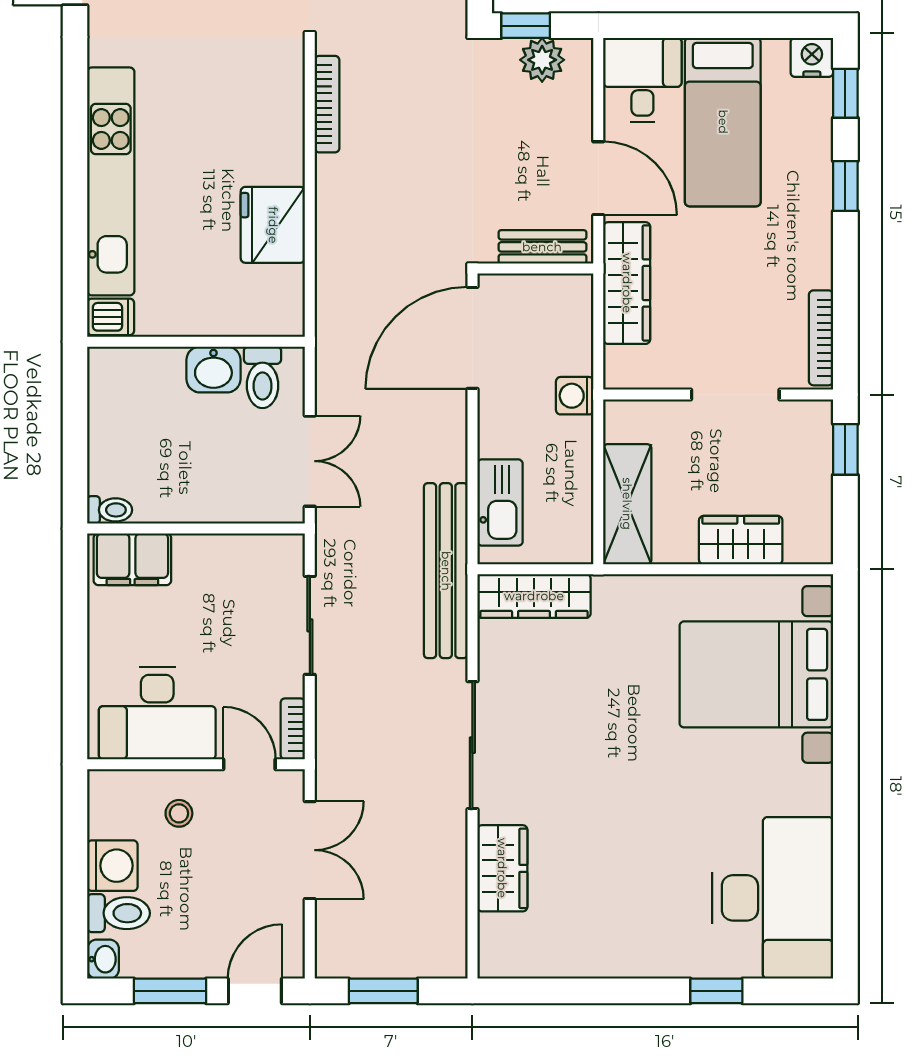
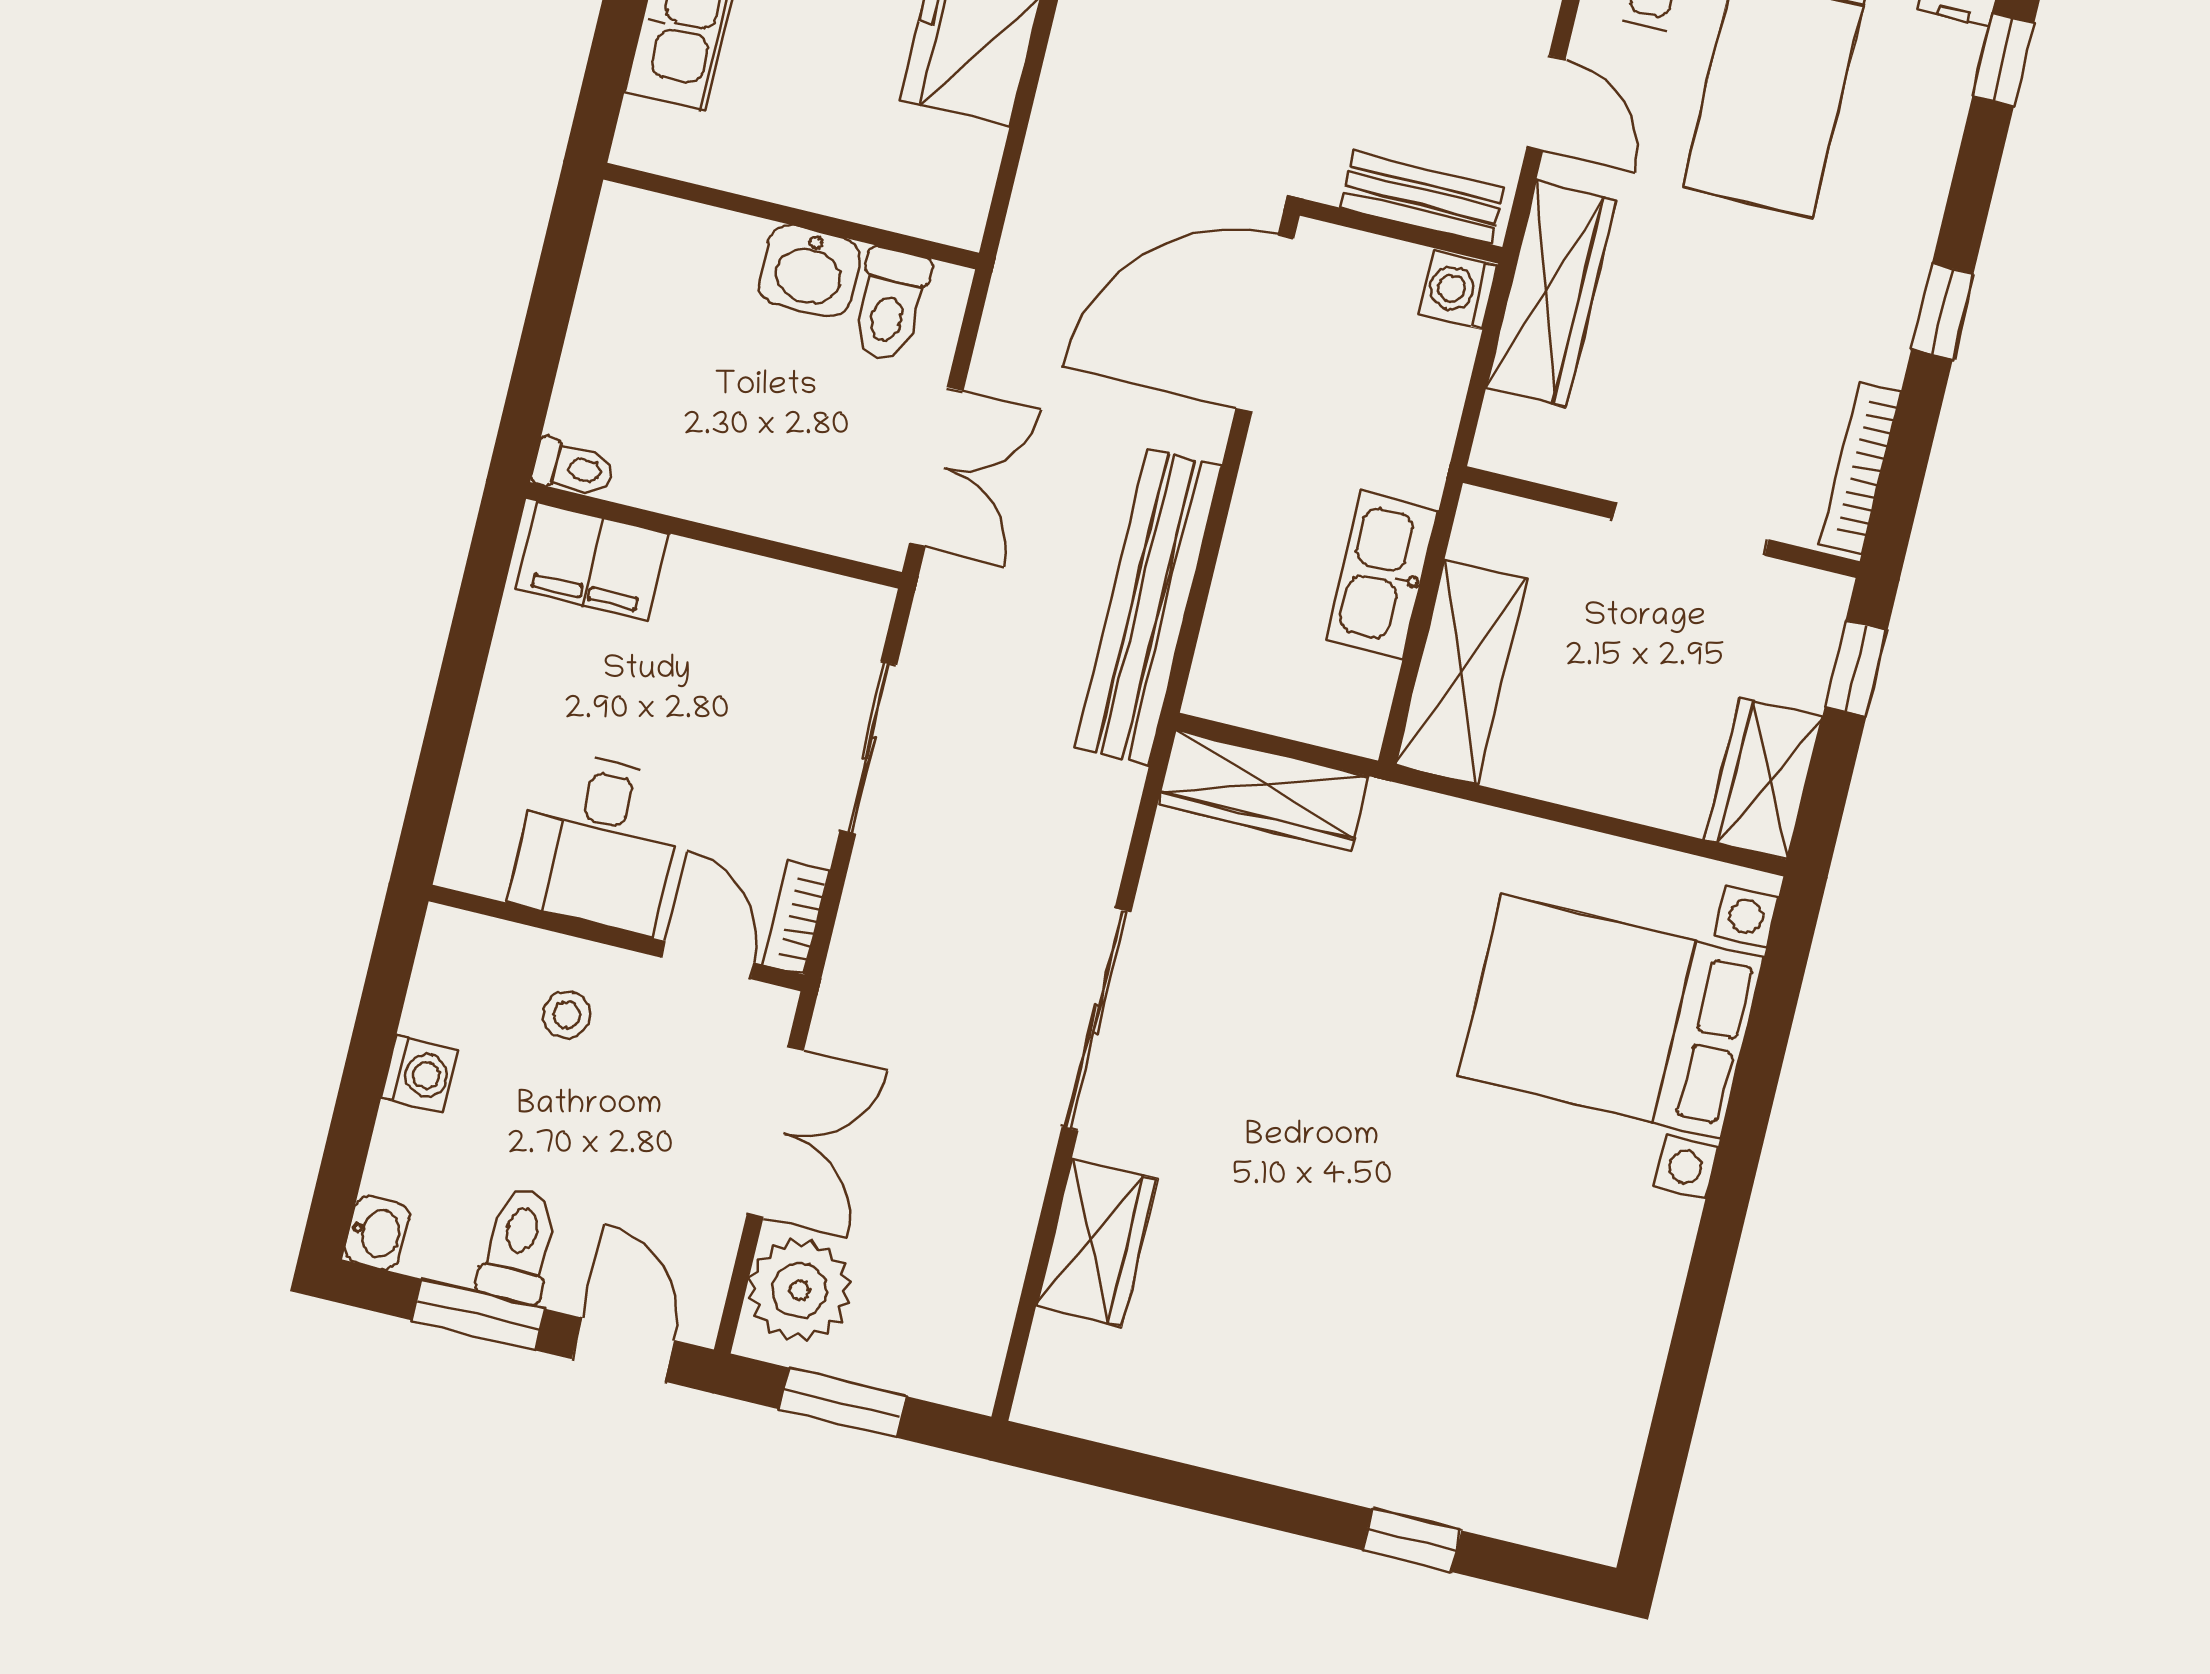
door: (598, 178) -> (1546, 103), width x0.73
window: (845, 186) -> (1942, 311), moved
dishwasher: (111, 317) -> (656, 138), removed
washing machine: (575, 396) -> (1458, 290), moved
kitchen sink: (500, 503) -> (1382, 575), moved, turned 180
wardrobe: (741, 540) -> (1764, 779), moved, turned -90
bench: (446, 571) -> (1148, 607), moved
desk: (157, 713) -> (598, 842), width x0.73
washing machine: (112, 866) -> (420, 1074), width x0.73, depth x0.73
desk: (773, 898) -> (1546, 1405), removed
toilet: (119, 913) -> (519, 1246), moved, turned -90
plant: (344, 934) -> (799, 1290), added
door: (255, 991) -> (623, 1350), hinge flipped

